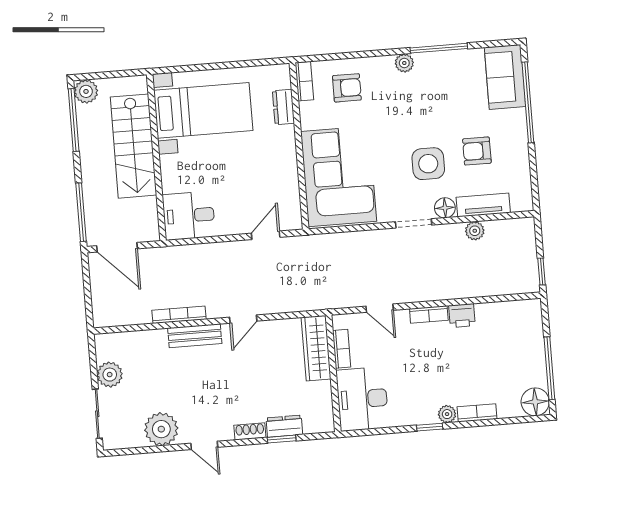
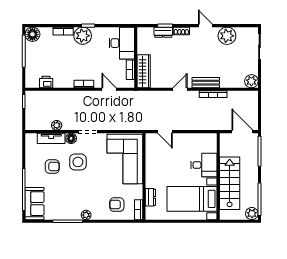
desk: (189, 216) -> (204, 165), moved
door: (266, 235) -> (165, 132), hinge flipped
printer: (462, 316) -> (46, 82), moved
plant: (110, 375) -> (251, 81), moved
plant: (447, 414) -> (83, 36), width x1.88, depth x1.88

